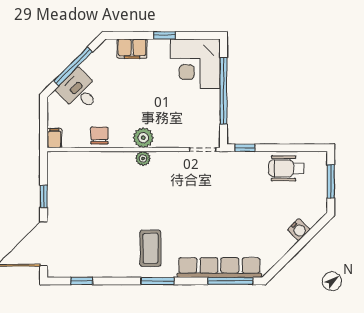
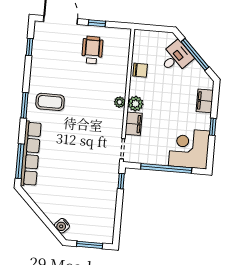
filing cabinet: (54, 138) -> (134, 124), moved, width x2.00
wheelchair: (286, 168) -> (92, 50), moved
water cooler: (299, 230) -> (62, 226), moved

